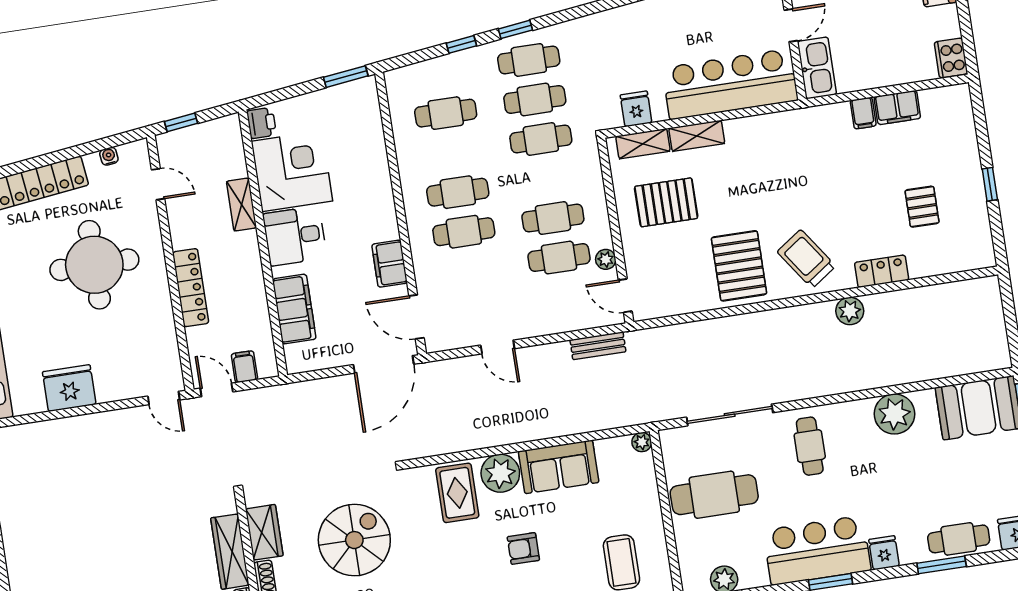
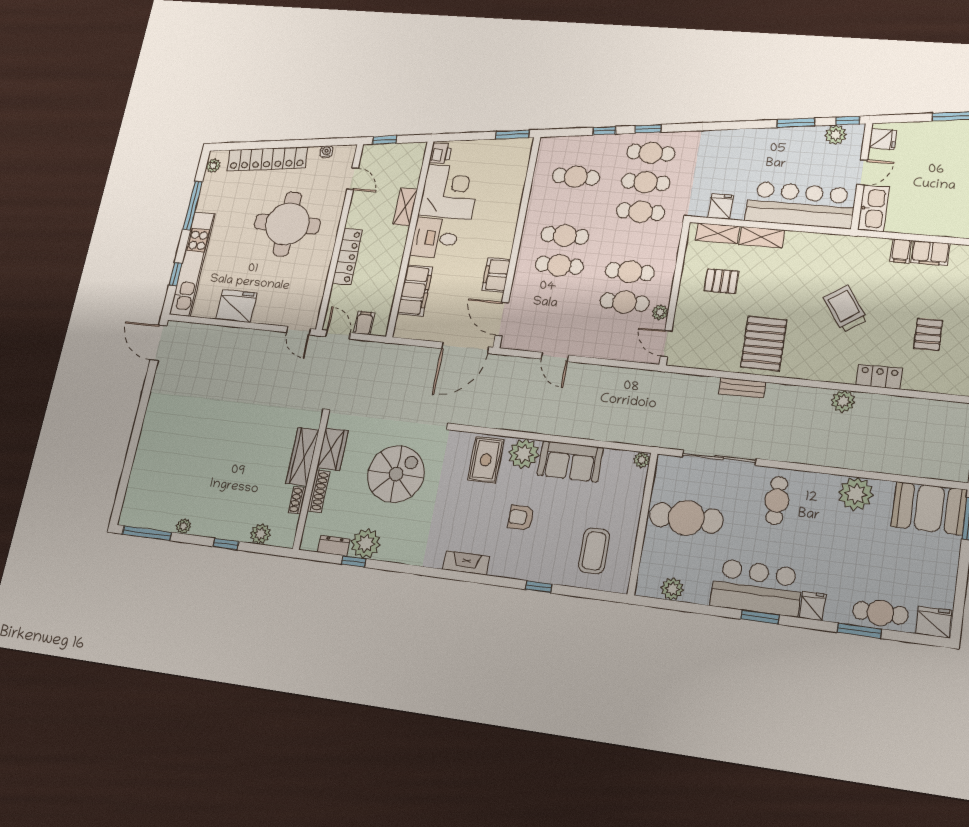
pallet: (666, 202) -> (721, 281), width x0.67, depth x0.71
trolley: (806, 259) -> (845, 308), moved
bench: (598, 346) -> (742, 388), moved

